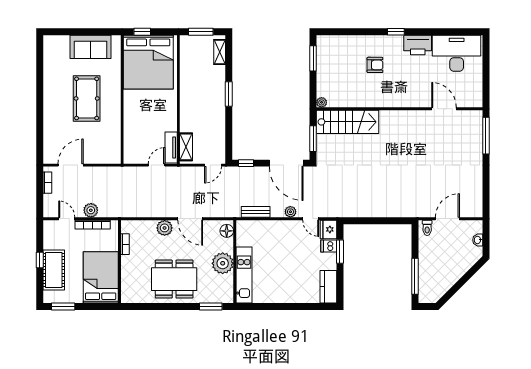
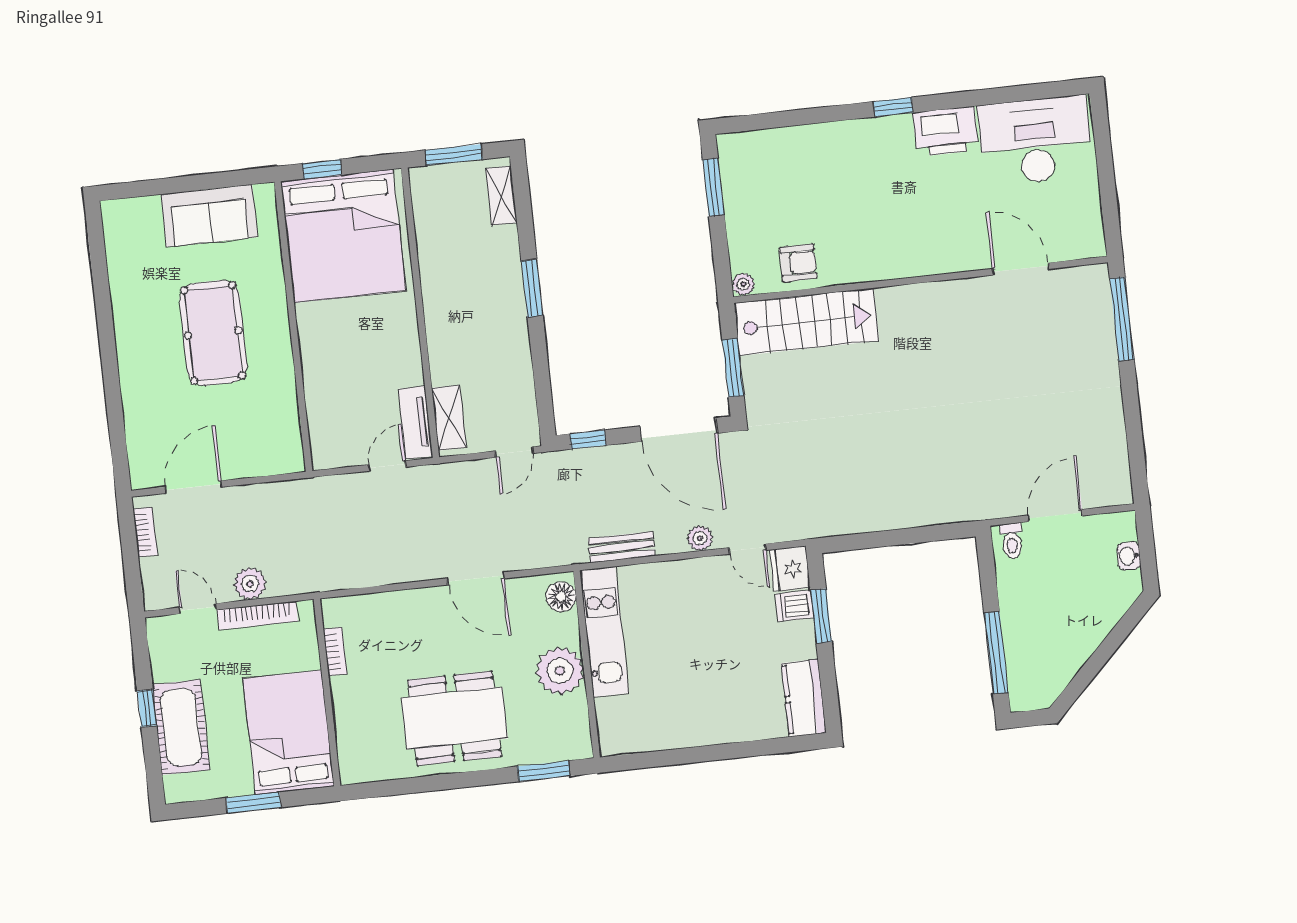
armchair: (375, 65) -> (798, 263), moved
plant: (165, 228) -> (420, 605), removed
kitchen unit: (244, 275) -> (604, 632), moved
window: (63, 307) -> (254, 803), moved

